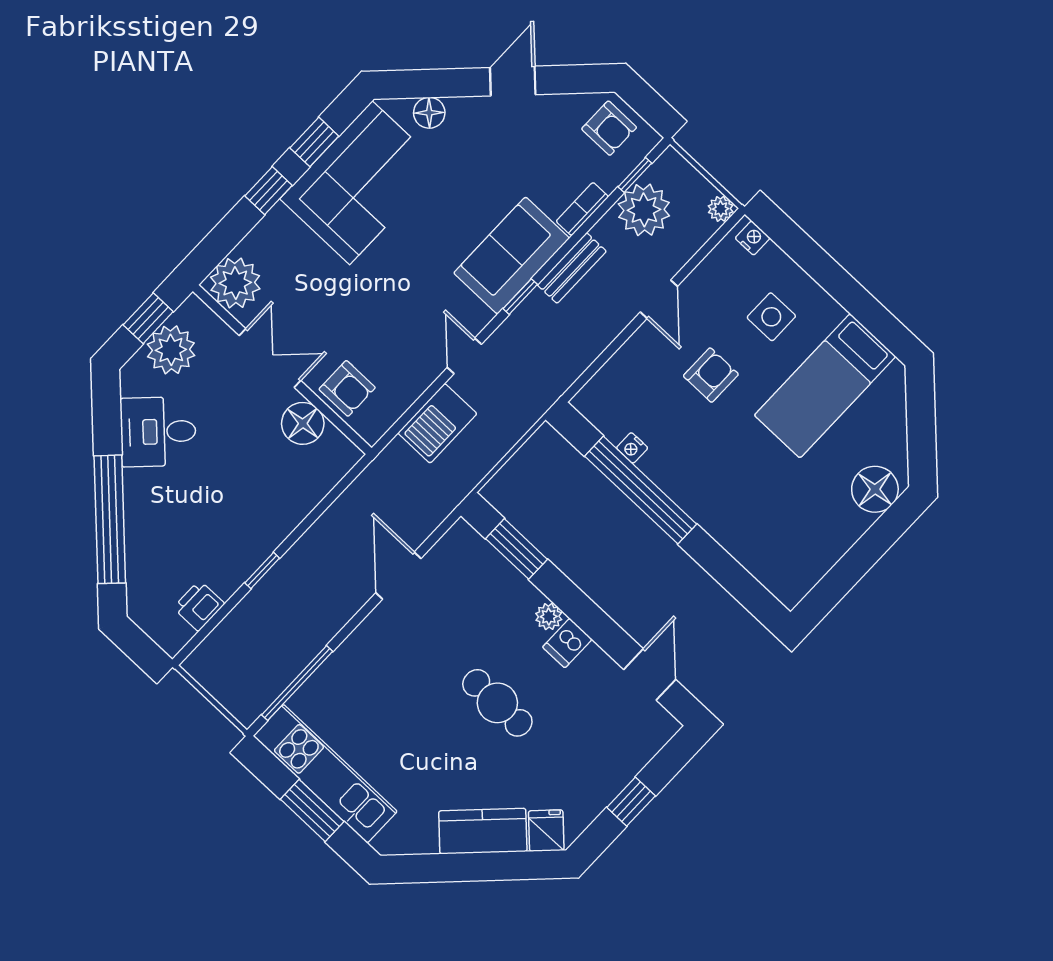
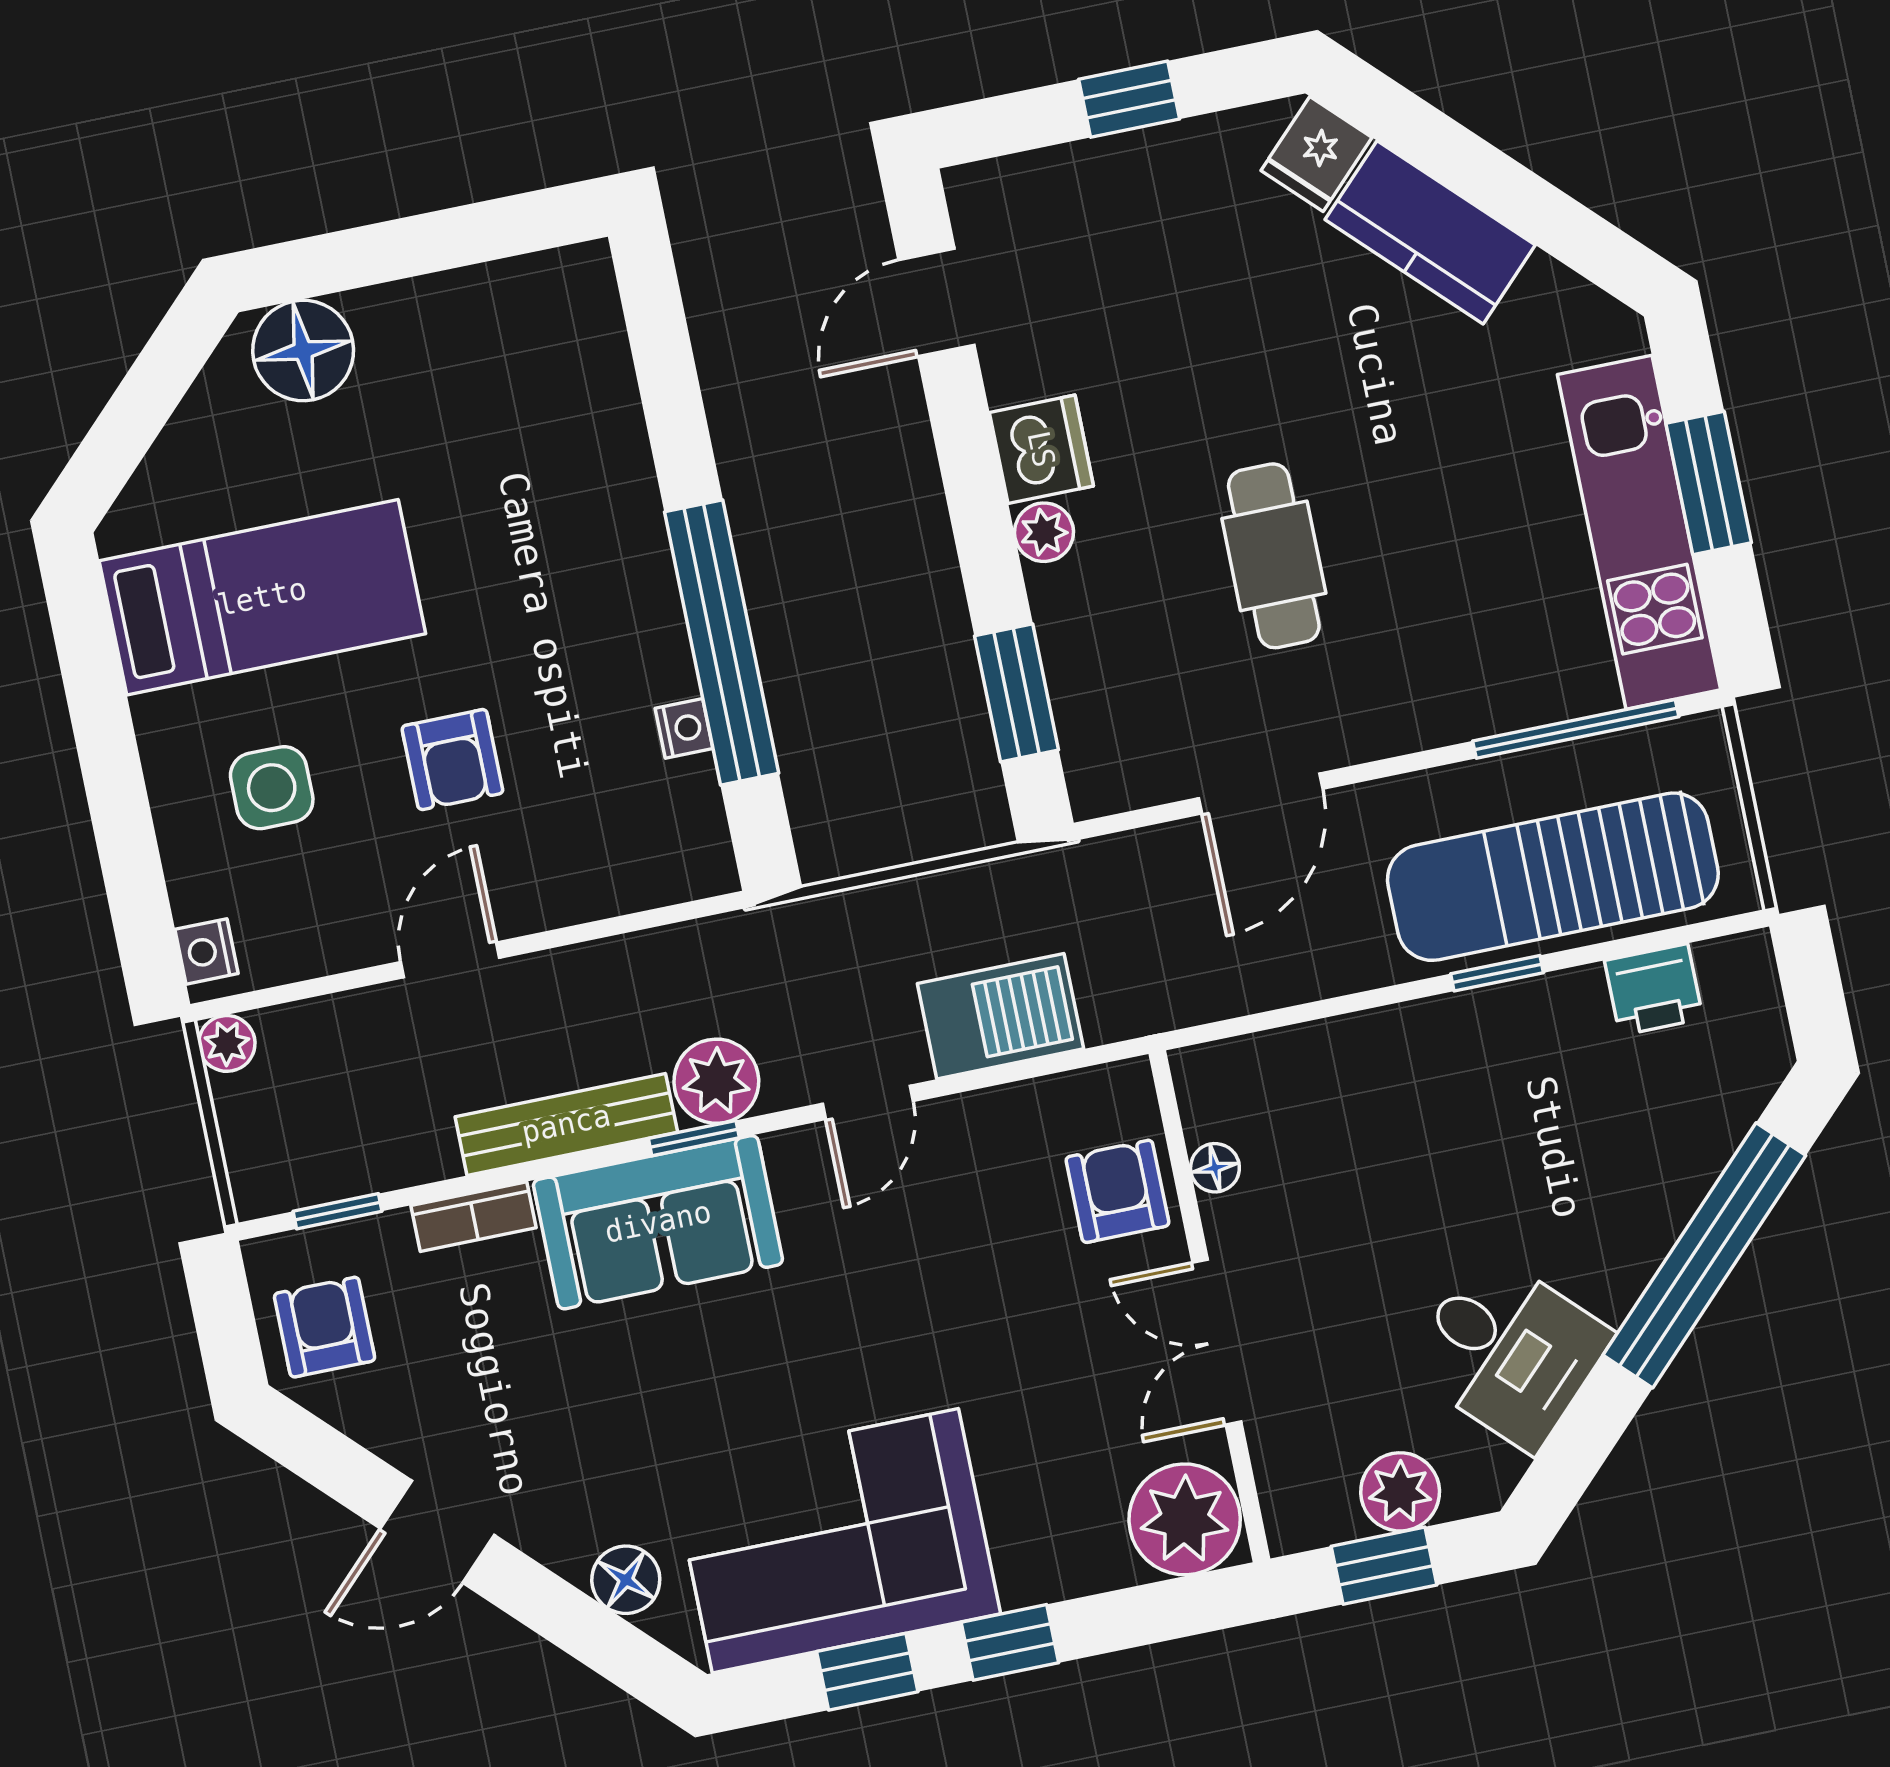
plant: (644, 210) -> (716, 1081), moved, width x0.73, depth x0.73
bench: (572, 268) -> (566, 1124), width x1.36
plant: (171, 350) -> (1400, 1492), width x0.73, depth x0.73
armchair: (711, 375) -> (452, 760), turned -90
floor lamp: (303, 423) -> (1215, 1168), width x0.53, depth x0.53
sun lounger: (267, 622) -> (1553, 877), added
dishwasher: (567, 643) -> (1041, 449), width x1.38
cafe table: (497, 703) -> (1274, 556), moved

